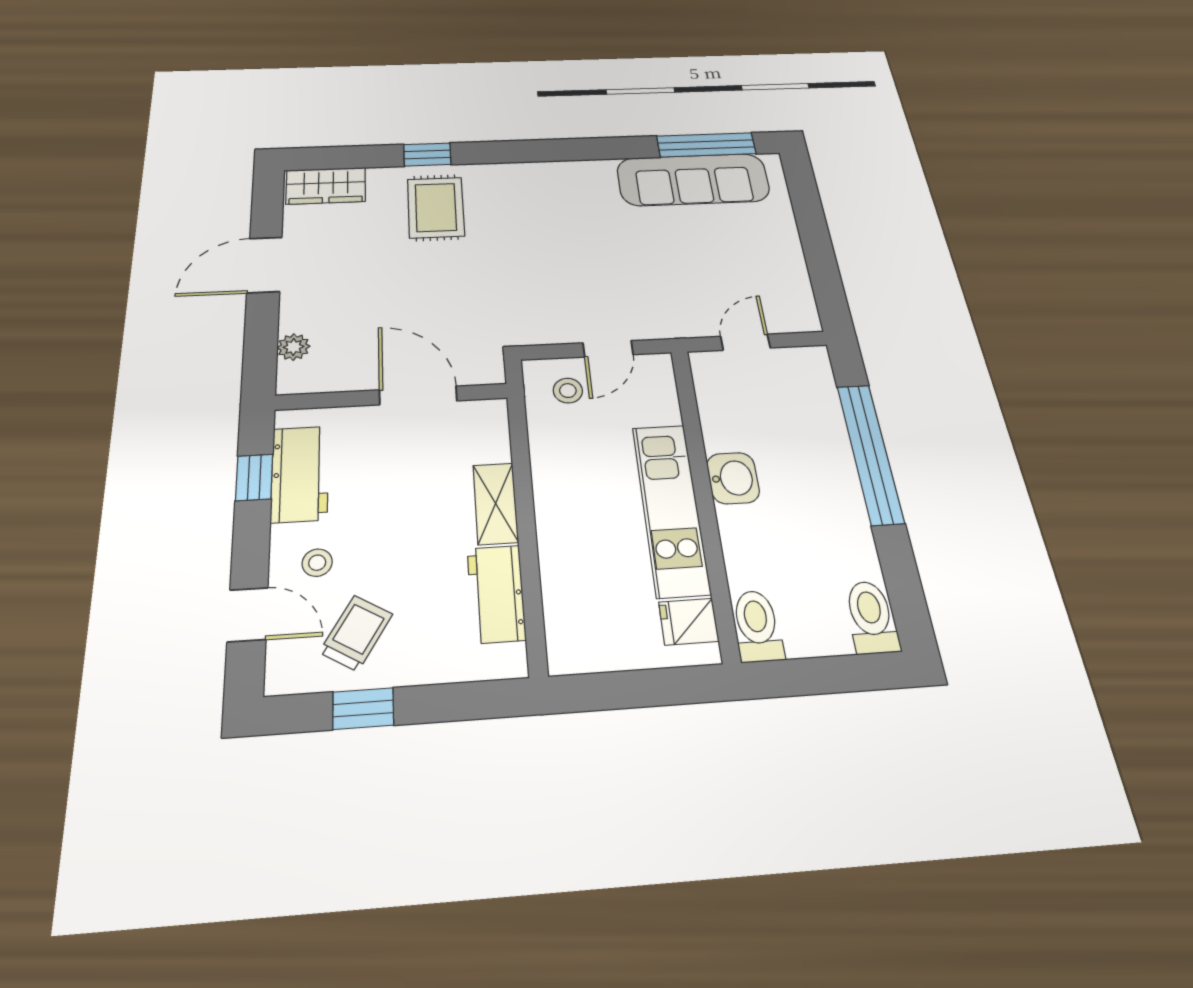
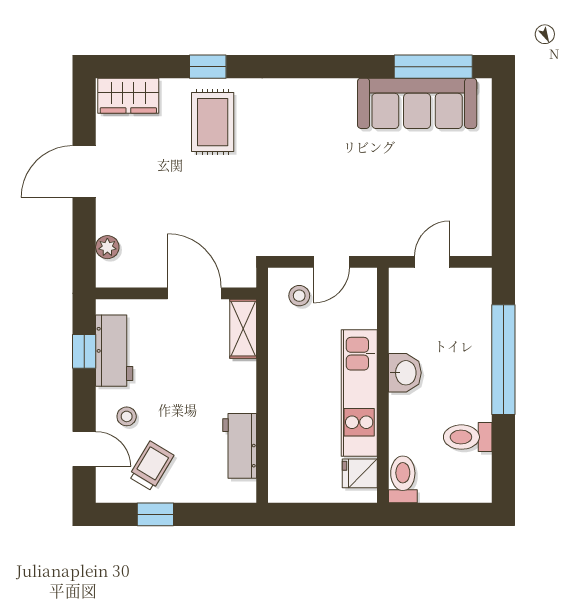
shelving: (496, 503) -> (243, 329), moved
toilet: (871, 617) -> (468, 437), moved, turned -90

